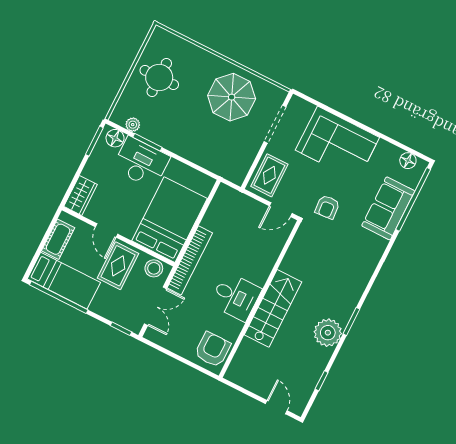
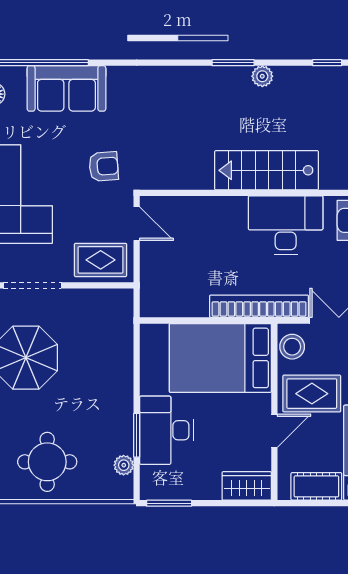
floor lamp: (115, 138) -> (152, 479), removed
desk: (236, 297) -> (286, 225), width x1.37
plant: (328, 333) -> (262, 76), width x0.53, depth x0.53

